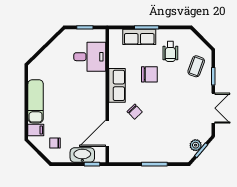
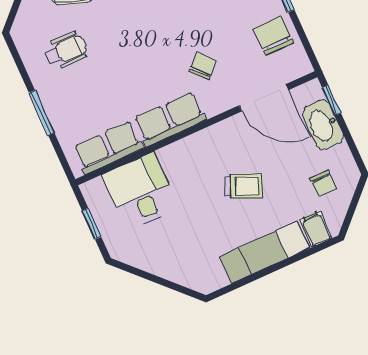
row of seats: (139, 37) -> (108, 147), moved, turned -90
chair: (149, 74) -> (274, 36), moved
trolley: (70, 106) -> (244, 186), added

